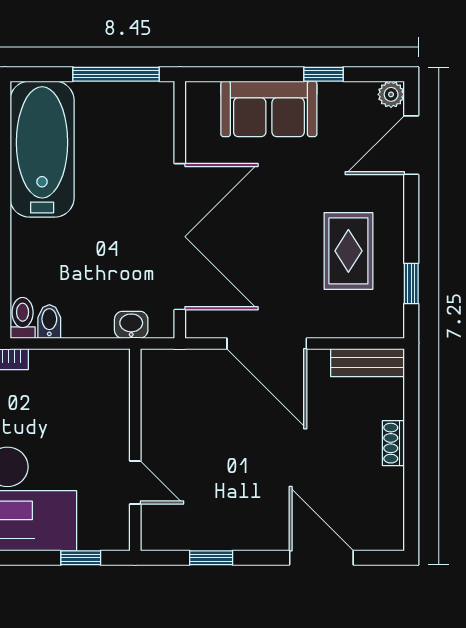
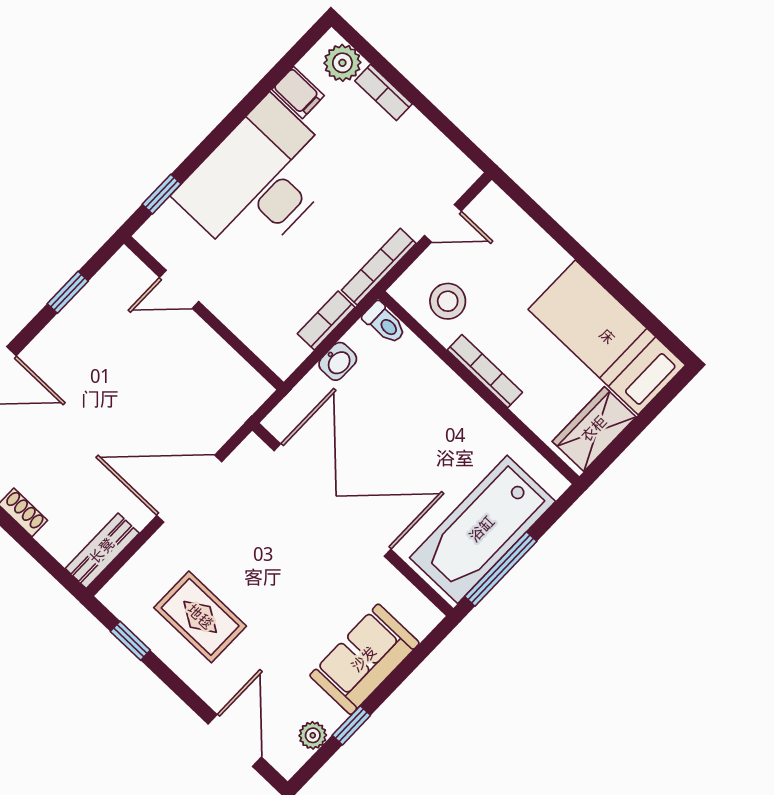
plant: (391, 94) -> (313, 735), moved
bathtub: (42, 149) -> (482, 529), moved, turned 90
double door: (180, 237) -> (332, 500), swing flipped
bidet: (49, 321) -> (362, 341), removed
washbasin: (131, 325) -> (338, 361), moved
bookcase: (59, 360) -> (326, 321), added

